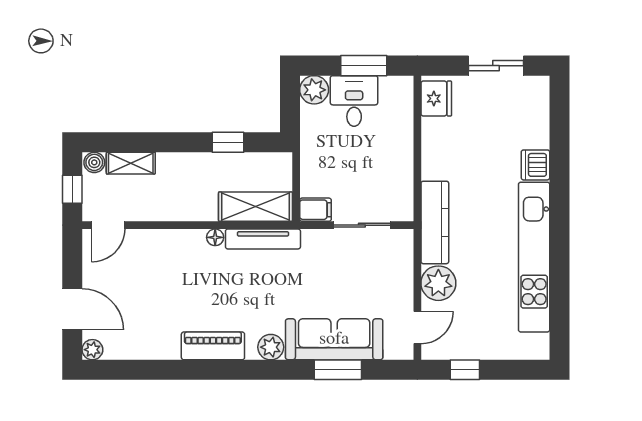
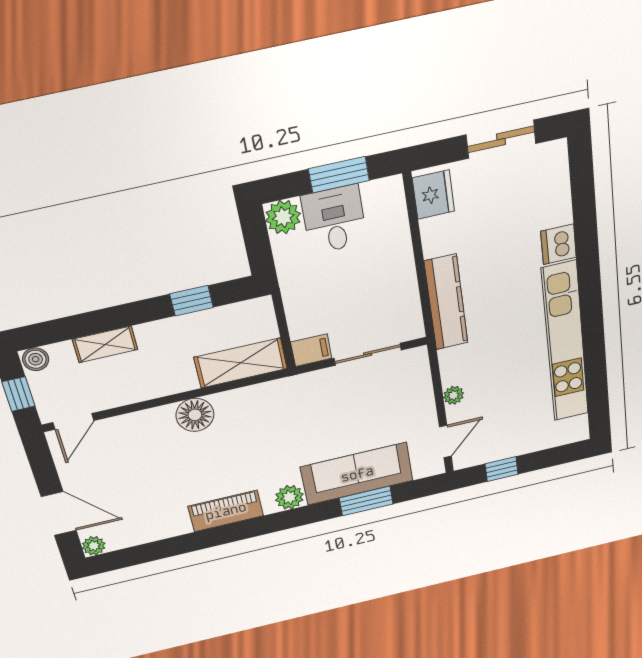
shelving: (131, 163) -> (105, 344), moved
kitchen counter: (435, 222) -> (446, 302), moved
floor lamp: (215, 237) -> (195, 415), width x1.89, depth x1.89
tv unit: (263, 239) -> (257, 394), removed
plant: (438, 283) -> (454, 395), width x0.53, depth x0.53

